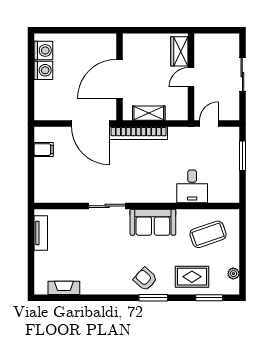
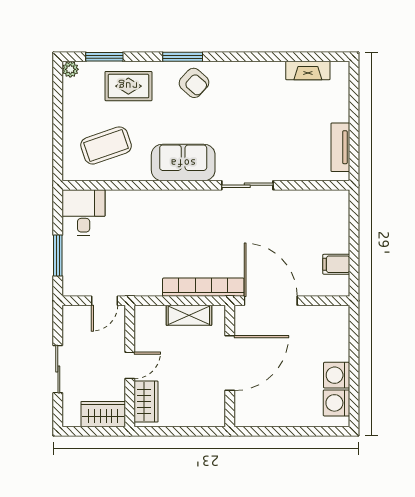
wardrobe: (210, 42) -> (103, 414), added
desk: (192, 186) -> (84, 213), moved
plant: (233, 274) -> (70, 69), moved

